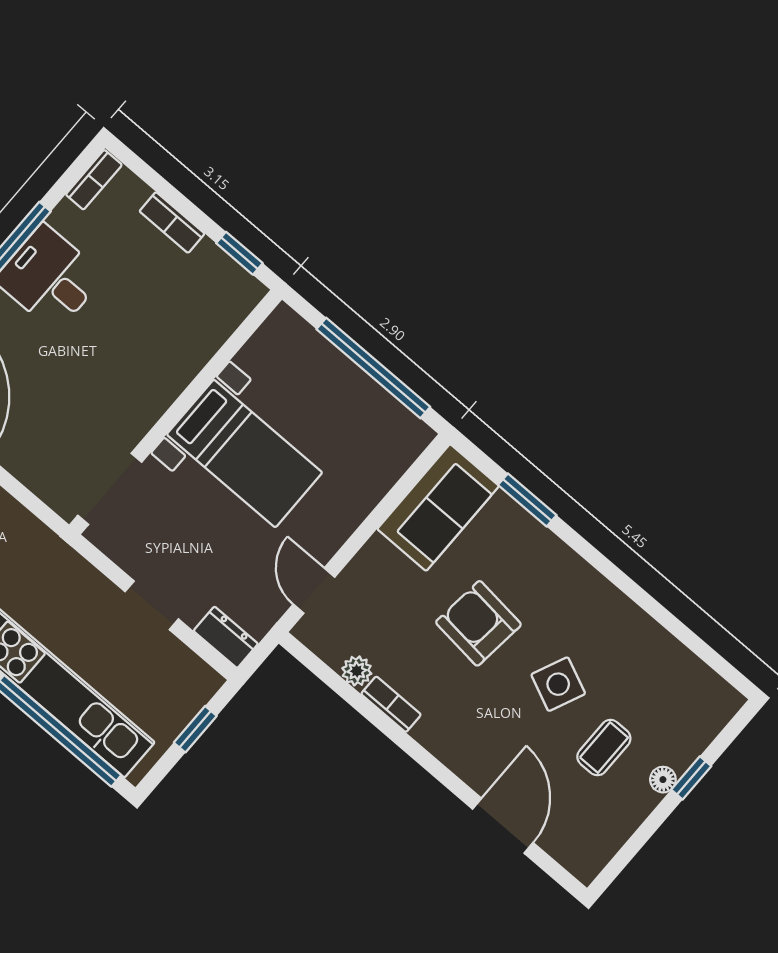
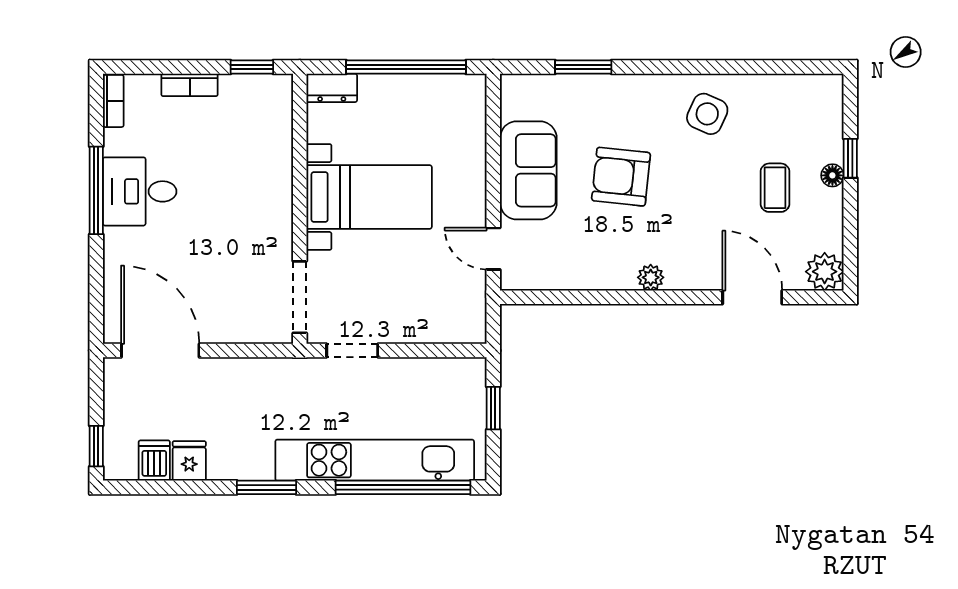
sofa: (438, 508) -> (528, 170), moved
doorway: (152, 605) -> (352, 351), moved
dresser: (226, 637) -> (332, 88), moved, turned 180
plant: (357, 671) -> (651, 277), moved
side table: (558, 684) -> (707, 114), moved
bookcase: (391, 704) -> (609, 280), removed
plant: (585, 857) -> (825, 272), added

